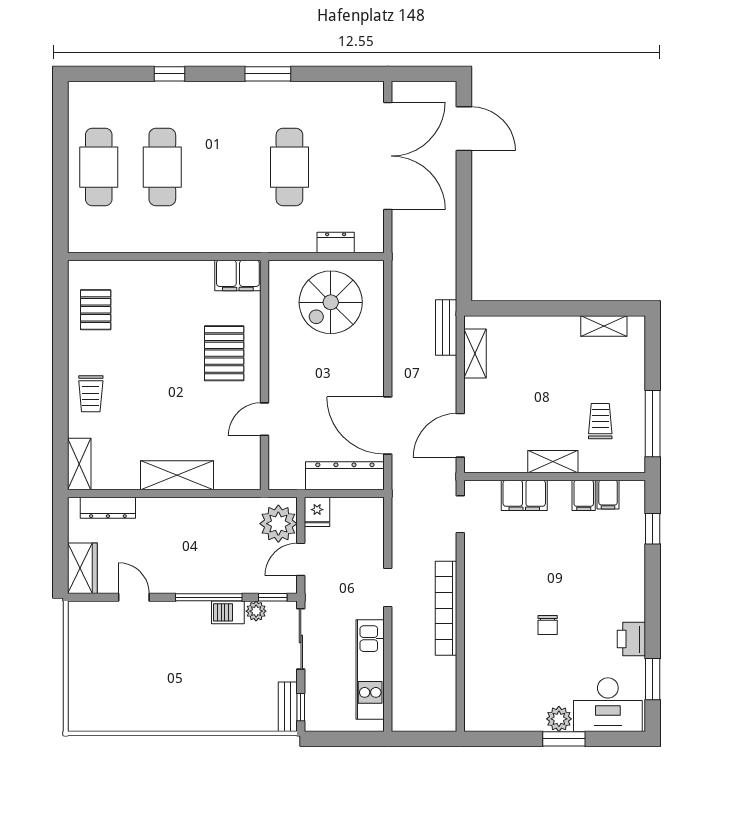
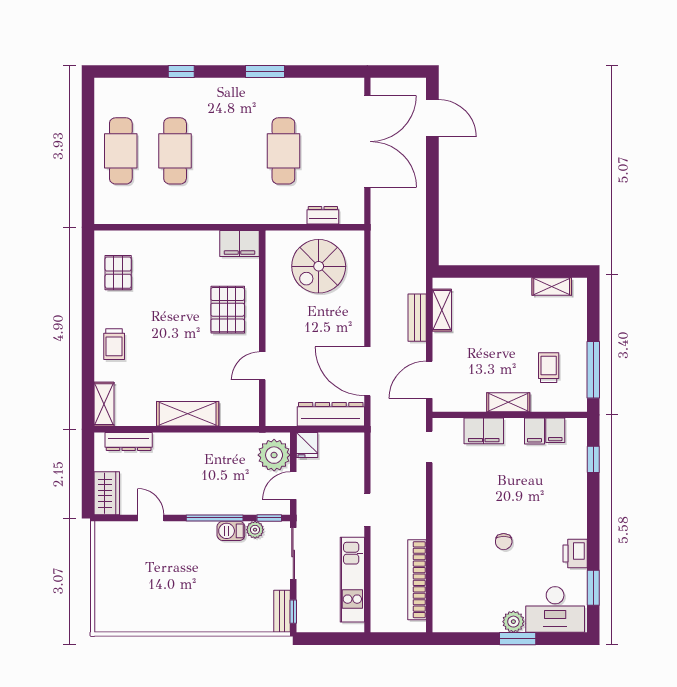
bench: (446, 327) -> (417, 318), moved
bookcase: (446, 608) -> (417, 580), moved

